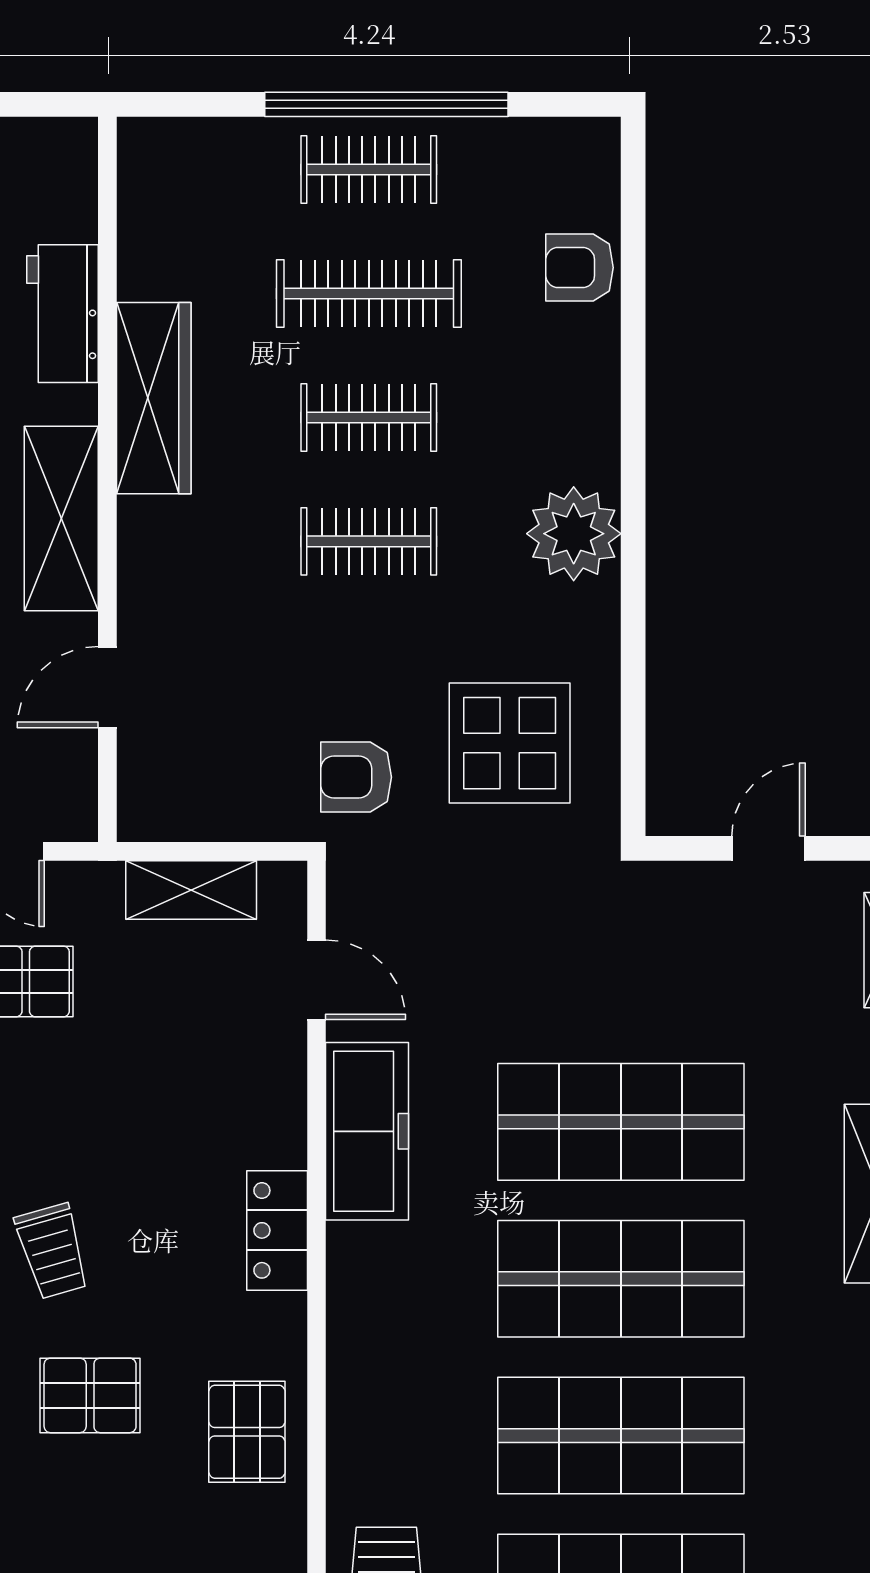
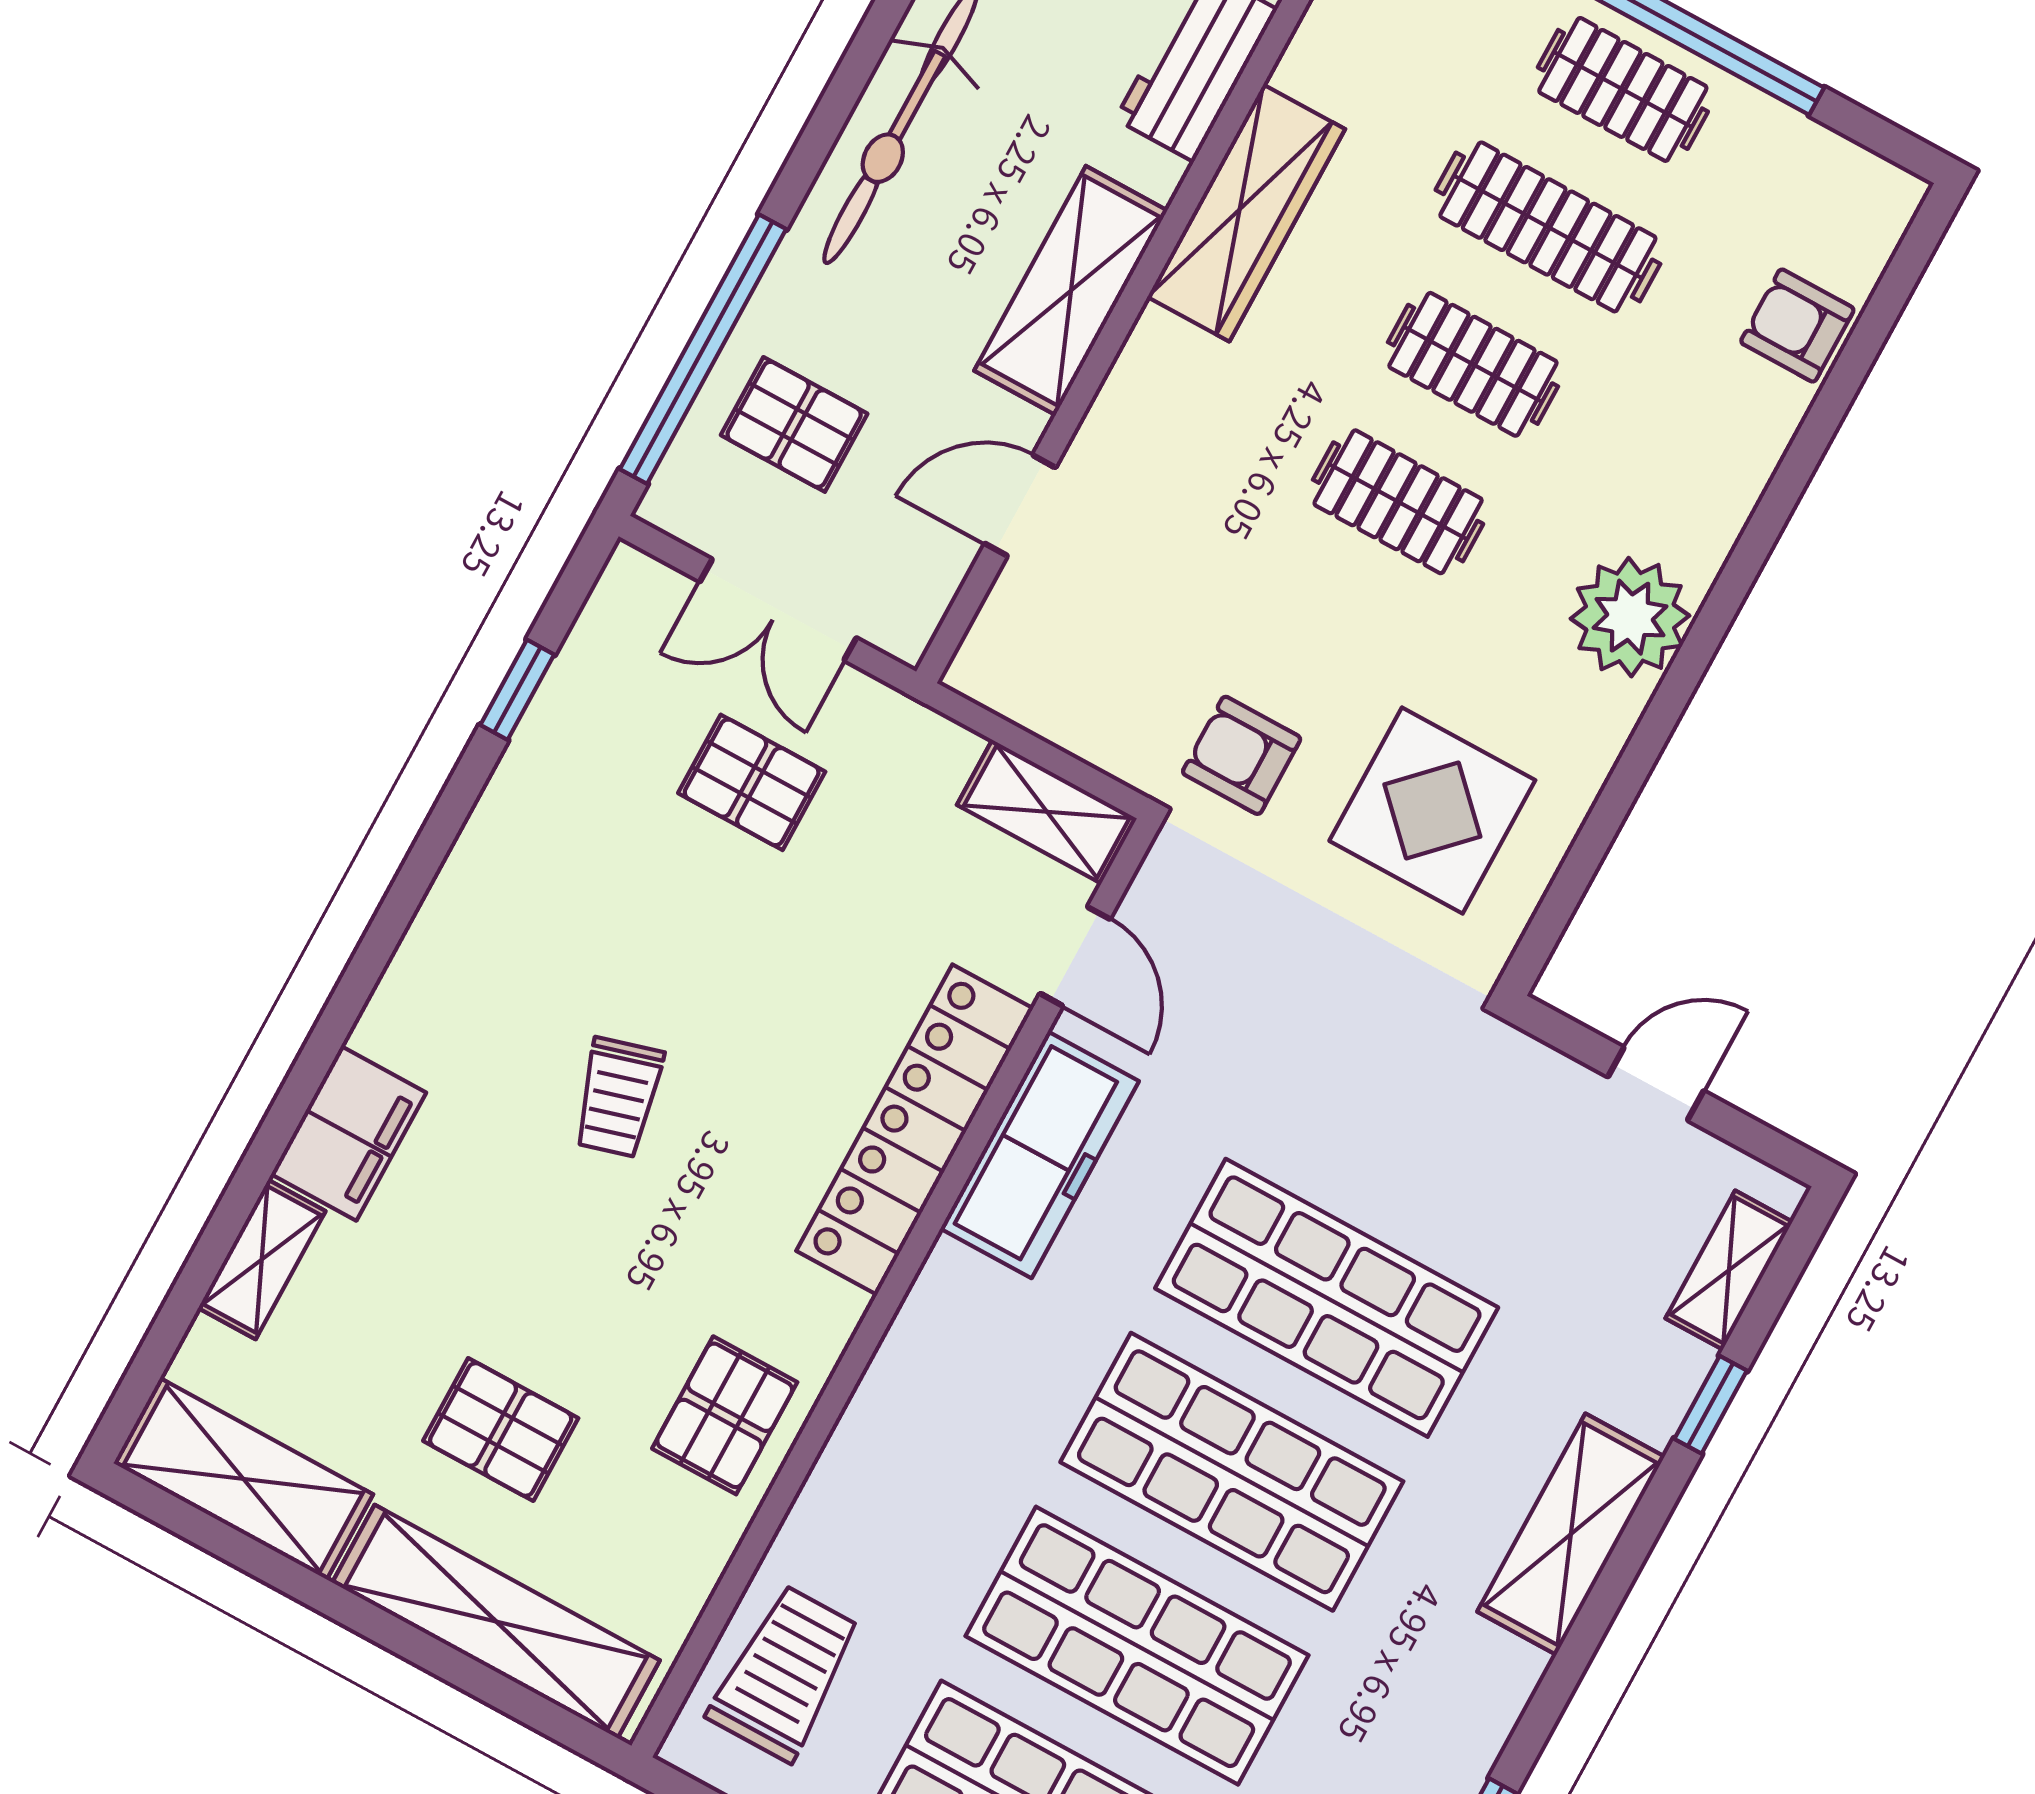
shelving: (191, 890) -> (1047, 812), moved
locker: (277, 1230) -> (915, 1130), width x2.16, depth x1.21
pallet: (90, 1395) -> (501, 1429), moved

